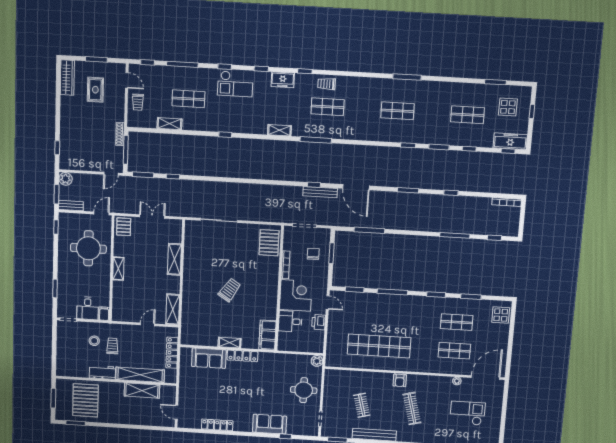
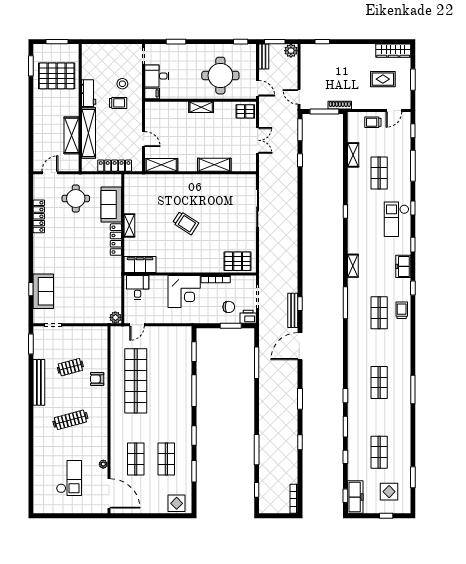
door: (328, 303) -> (137, 325), moved
desk: (290, 321) -> (138, 287), moved
printer: (319, 322) -> (248, 317), moved
armchair: (400, 380) -> (97, 379), moved
round table: (304, 390) -> (76, 198), moved
sofa: (270, 424) -> (43, 291), moved

